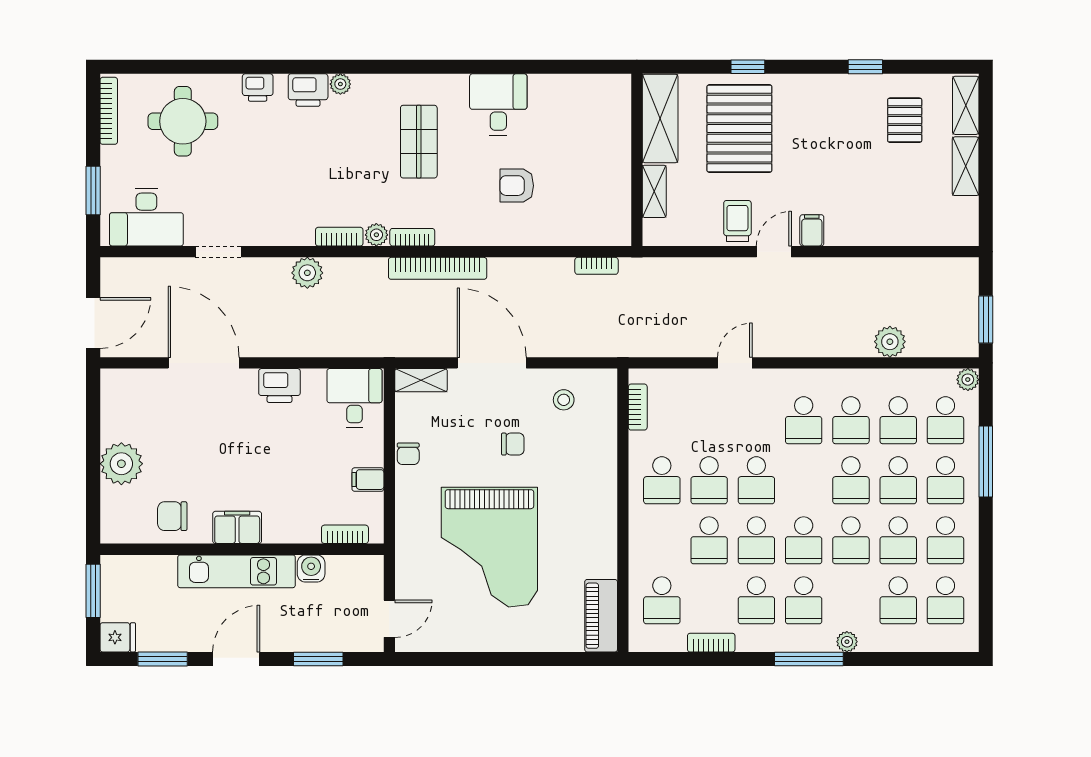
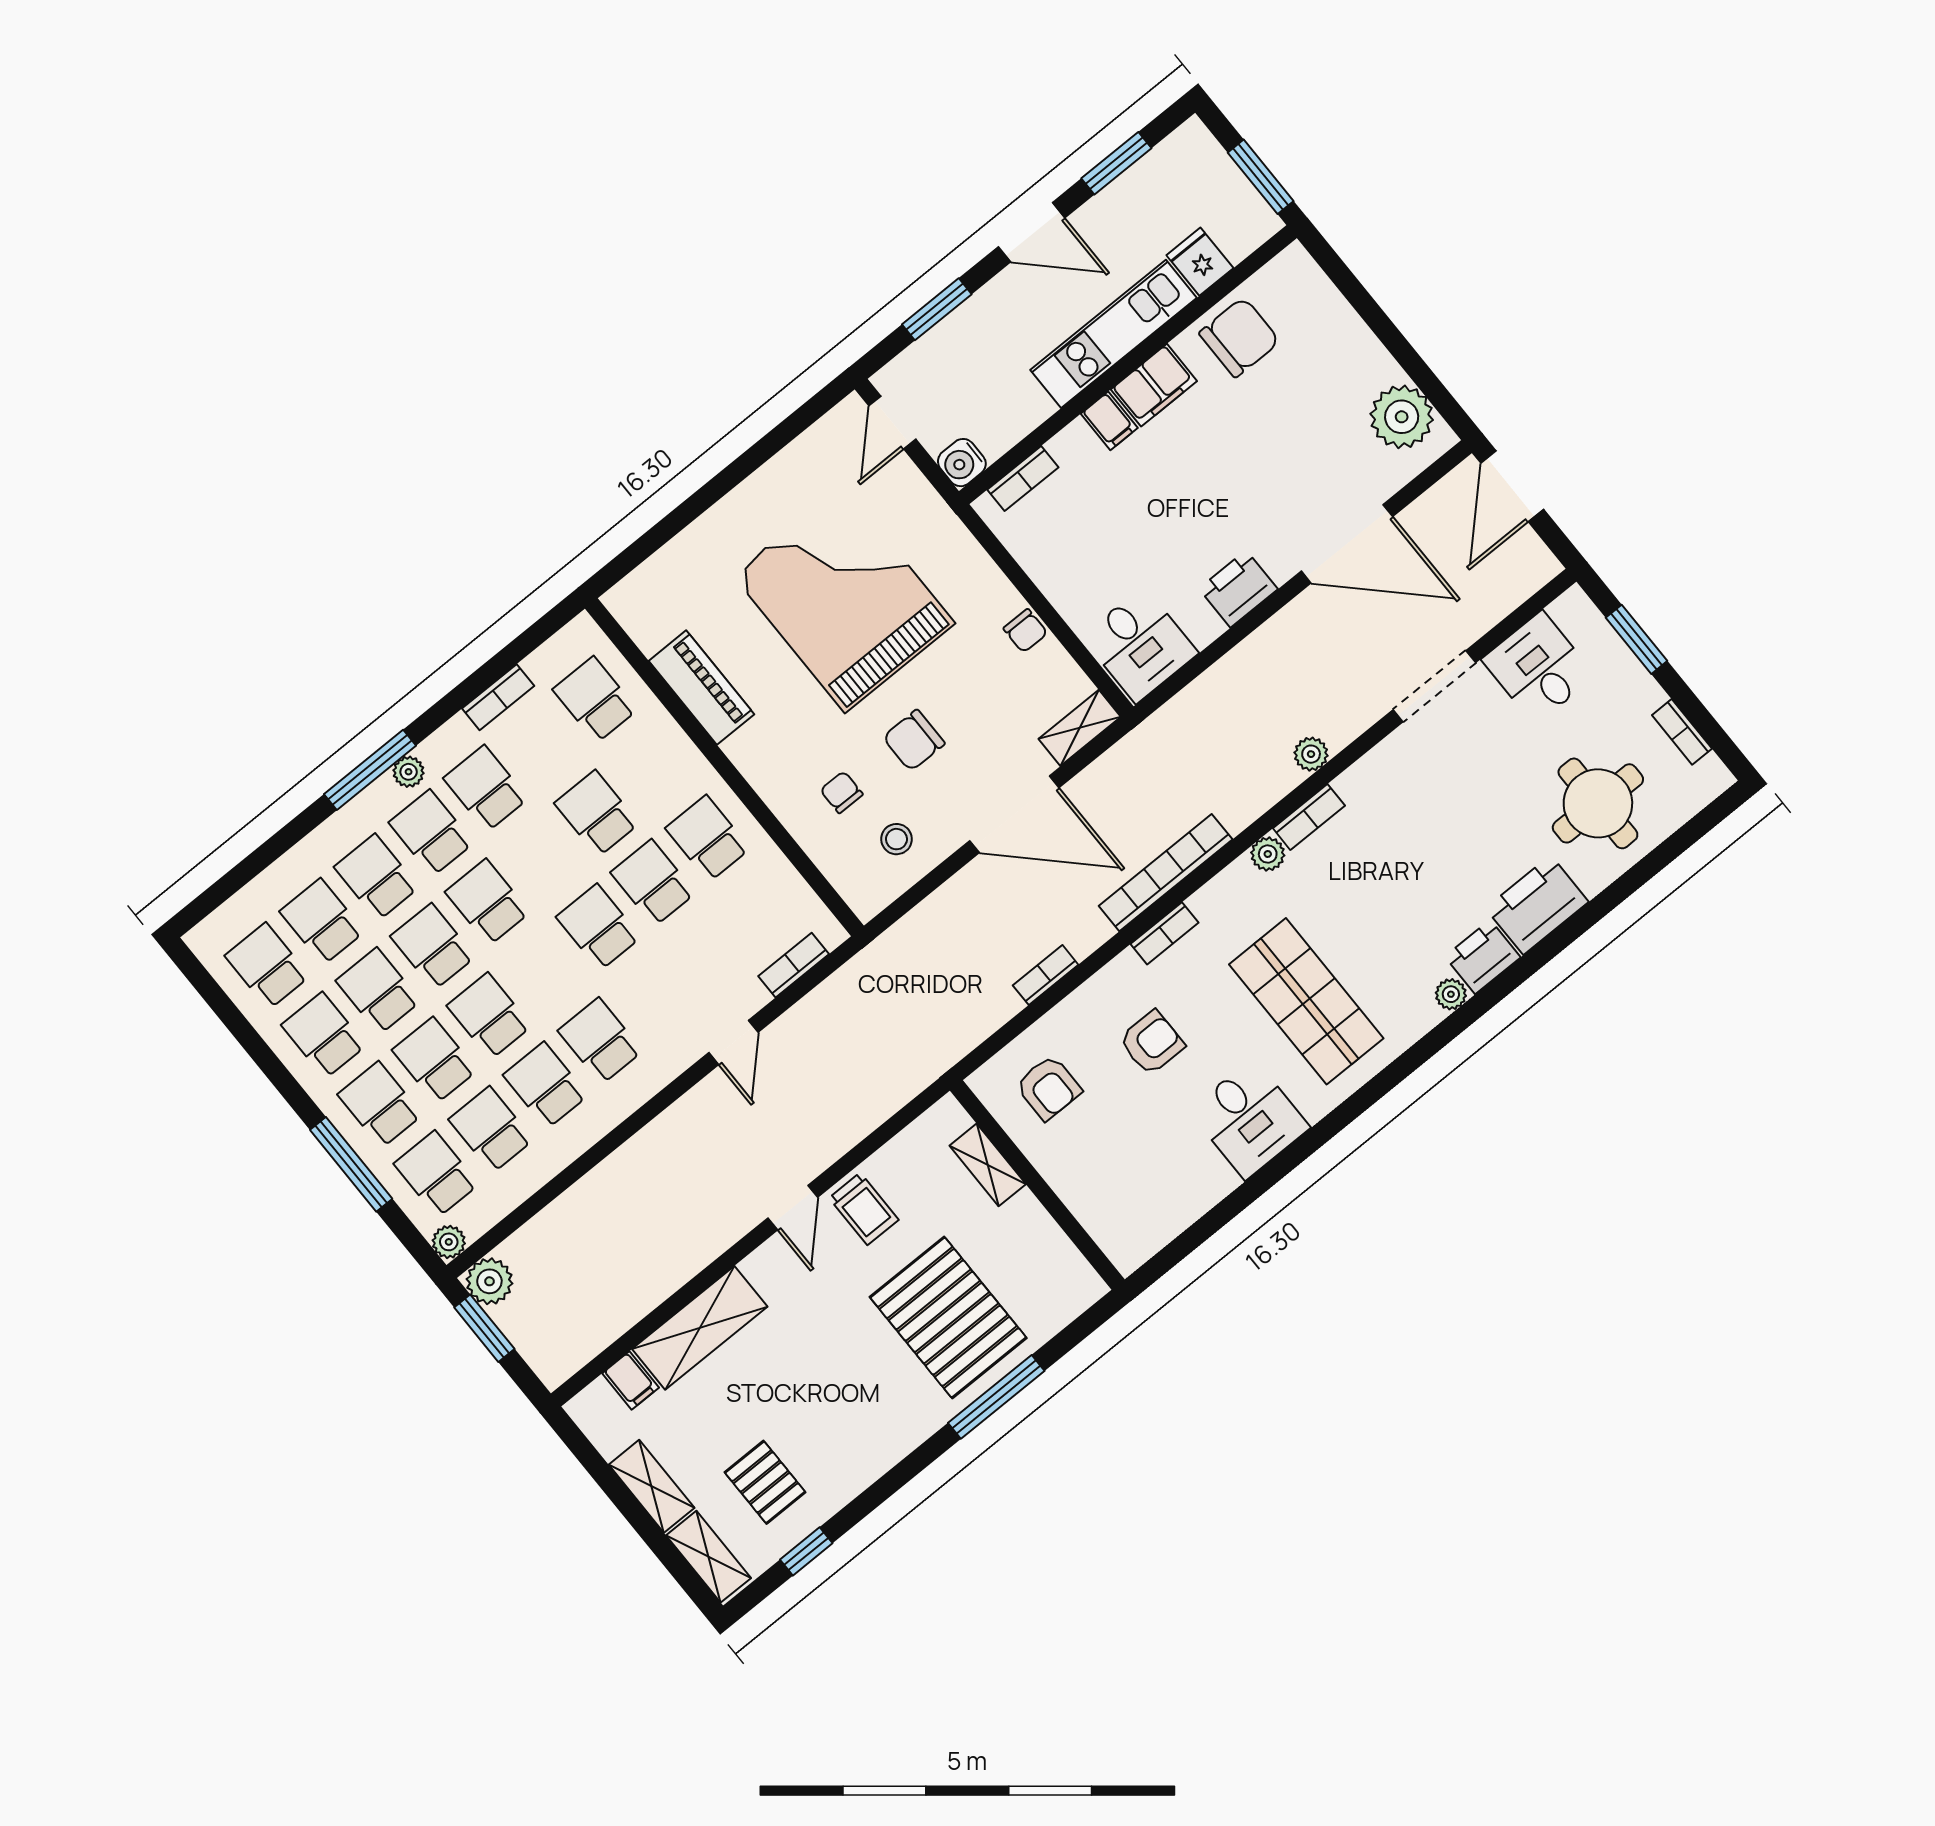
window: (748, 67) -> (996, 1397), width x2.17
window: (865, 67) -> (806, 1551), moved
printer: (258, 87) -> (1537, 905), width x1.87, depth x1.48
bookcase: (109, 111) -> (1682, 732), width x0.64
shelving: (660, 118) -> (700, 1328), moved, turned 90
shop shelf: (419, 142) -> (1306, 1001), width x1.43, depth x1.36
armchair: (590, 206) -> (1049, 1088), added
desk: (146, 217) -> (1538, 668), width x0.73
filing cabinet: (812, 230) -> (631, 1380), moved
bookcase: (412, 237) -> (1164, 933), moved
doorway: (218, 252) -> (1434, 686), width x1.38
bookcase: (596, 266) -> (1046, 975), moved
plant: (307, 273) -> (1311, 754), width x0.73, depth x0.73
plant: (890, 342) -> (489, 1281), moved
bookcase: (638, 407) -> (794, 965), moved, turned 90
chair: (513, 444) -> (914, 740), width x1.37, depth x1.37
chair: (572, 448) -> (841, 792), added
chair: (408, 454) -> (1025, 631), turned 180
plant: (121, 464) -> (1402, 417), moved
filing cabinet: (368, 480) -> (1109, 421), moved, turned 90
chair: (172, 516) -> (1239, 337), width x1.37, depth x1.37
school desk: (756, 540) -> (376, 877), moved
water cooler: (311, 568) -> (962, 463), moved, turned 90
piano: (601, 616) -> (702, 688), moved
fridge: (118, 637) -> (1200, 262), moved, turned 90
plant: (847, 642) -> (409, 772), moved
door: (236, 659) -> (1031, 232), hinge flipped

